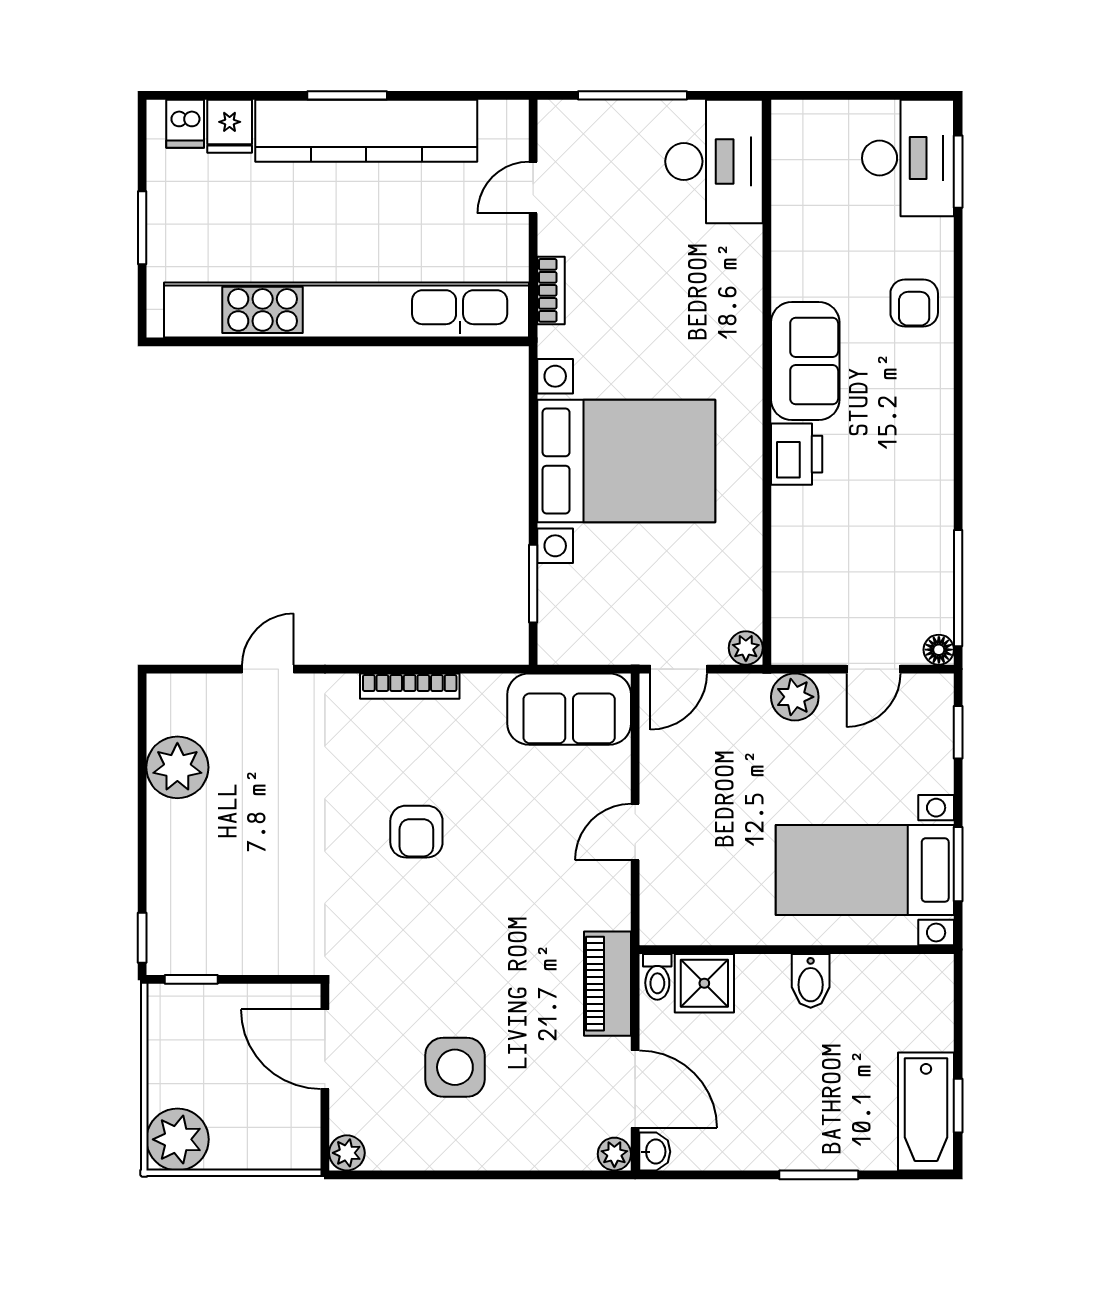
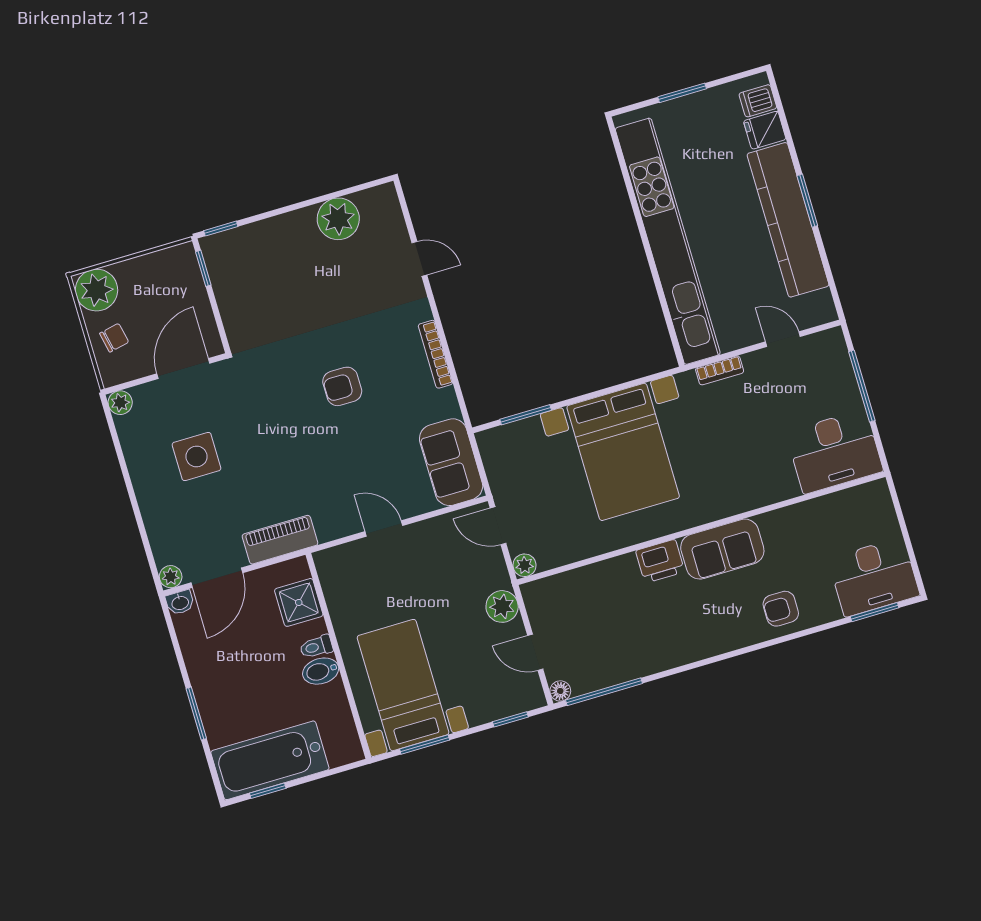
toilet: (657, 977) -> (316, 647), moved
bathtub: (926, 1111) -> (270, 760), width x1.36, depth x1.36
chair: (252, 1134) -> (114, 338), added

